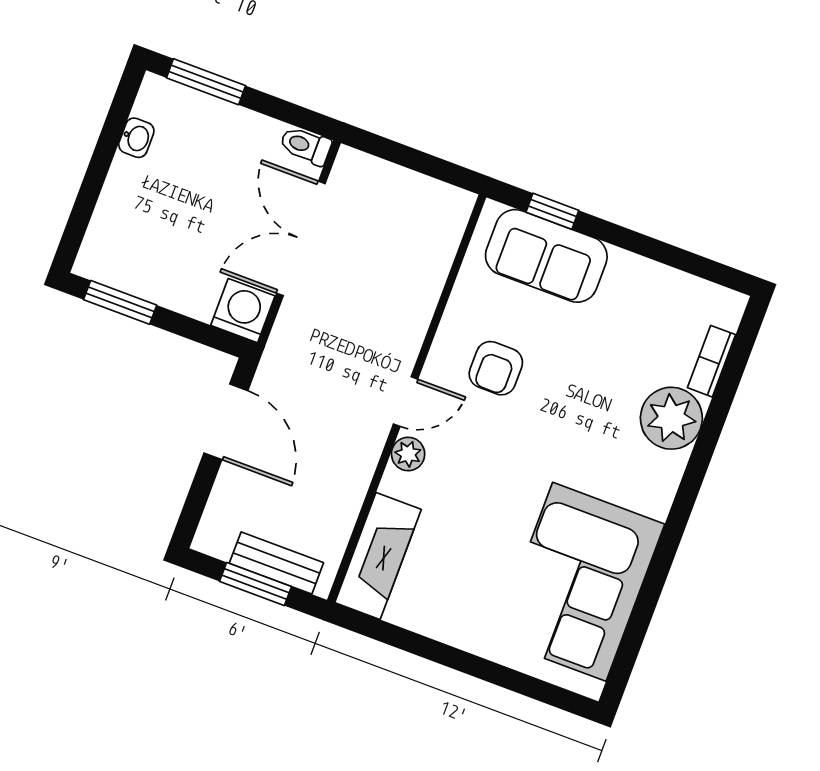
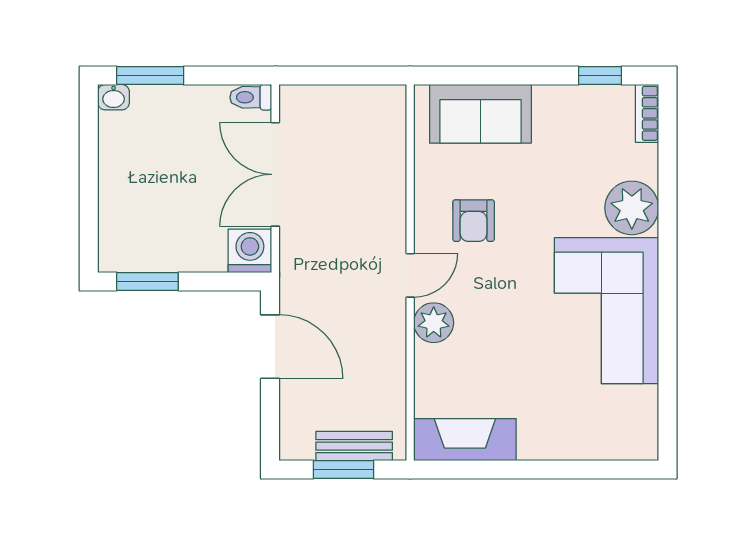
washbasin: (136, 138) -> (114, 97), moved, turned 90
window: (552, 211) -> (600, 76), moved
bookcase: (712, 361) -> (647, 113), moved
plant: (408, 454) -> (434, 323), width x1.38, depth x1.38
fireplace: (378, 556) -> (465, 440), moved, turned -90
corner sofa: (579, 582) -> (607, 311), moved

